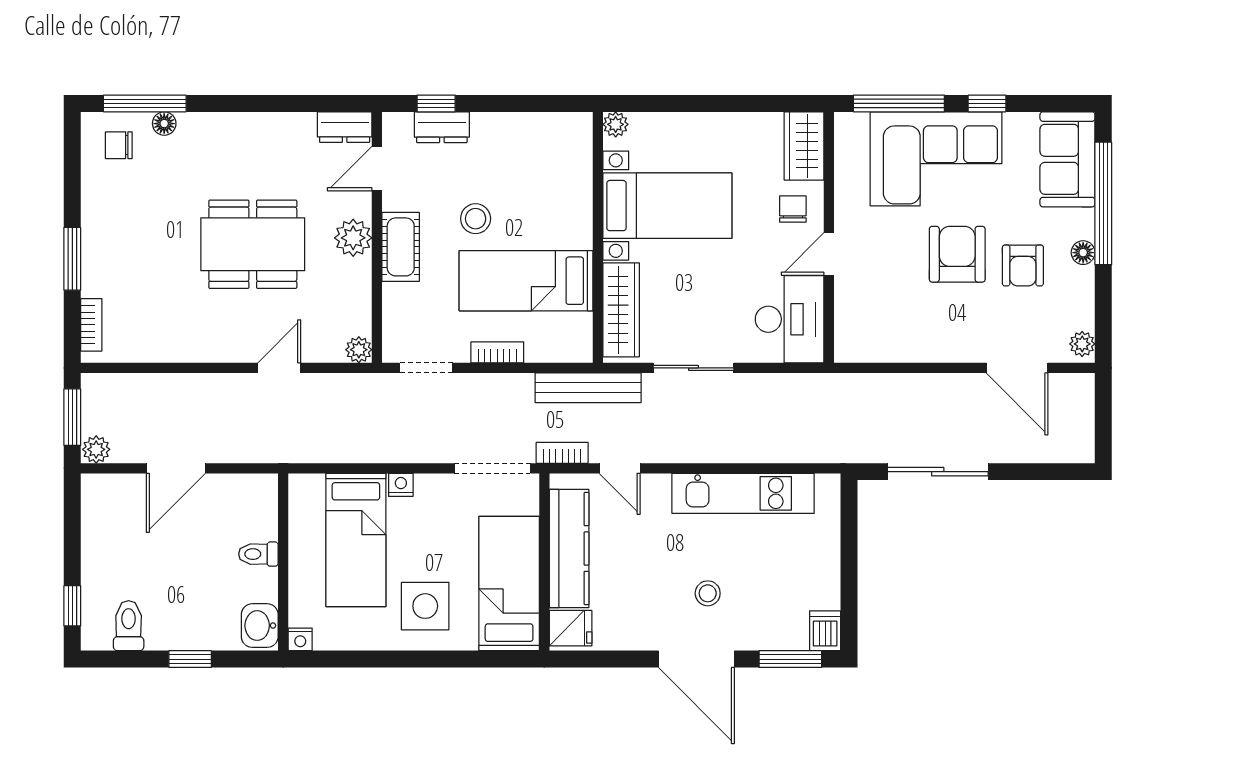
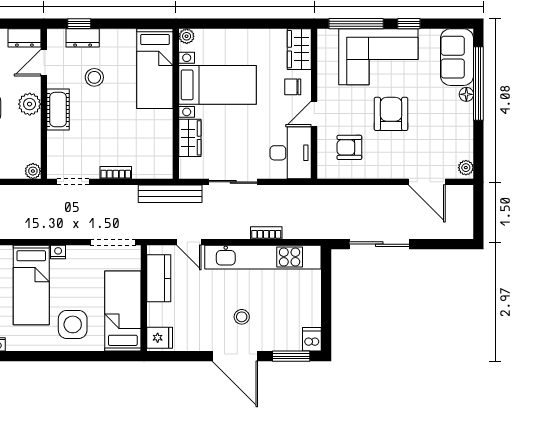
chair: (793, 209) -> (293, 87), turned -90
stool: (476, 219) -> (94, 77), moved
floor lamp: (1083, 253) -> (466, 94), moved
armchair: (1023, 265) -> (349, 147), moved, turned 90
bed: (526, 281) -> (155, 69), moved, turned -90
wardrobe: (621, 310) -> (190, 138), width x0.67
bookcase: (562, 453) -> (266, 233), moved
kitchen unit: (743, 493) -> (263, 257), width x1.36
kitchen counter: (569, 549) -> (159, 278), width x0.67

